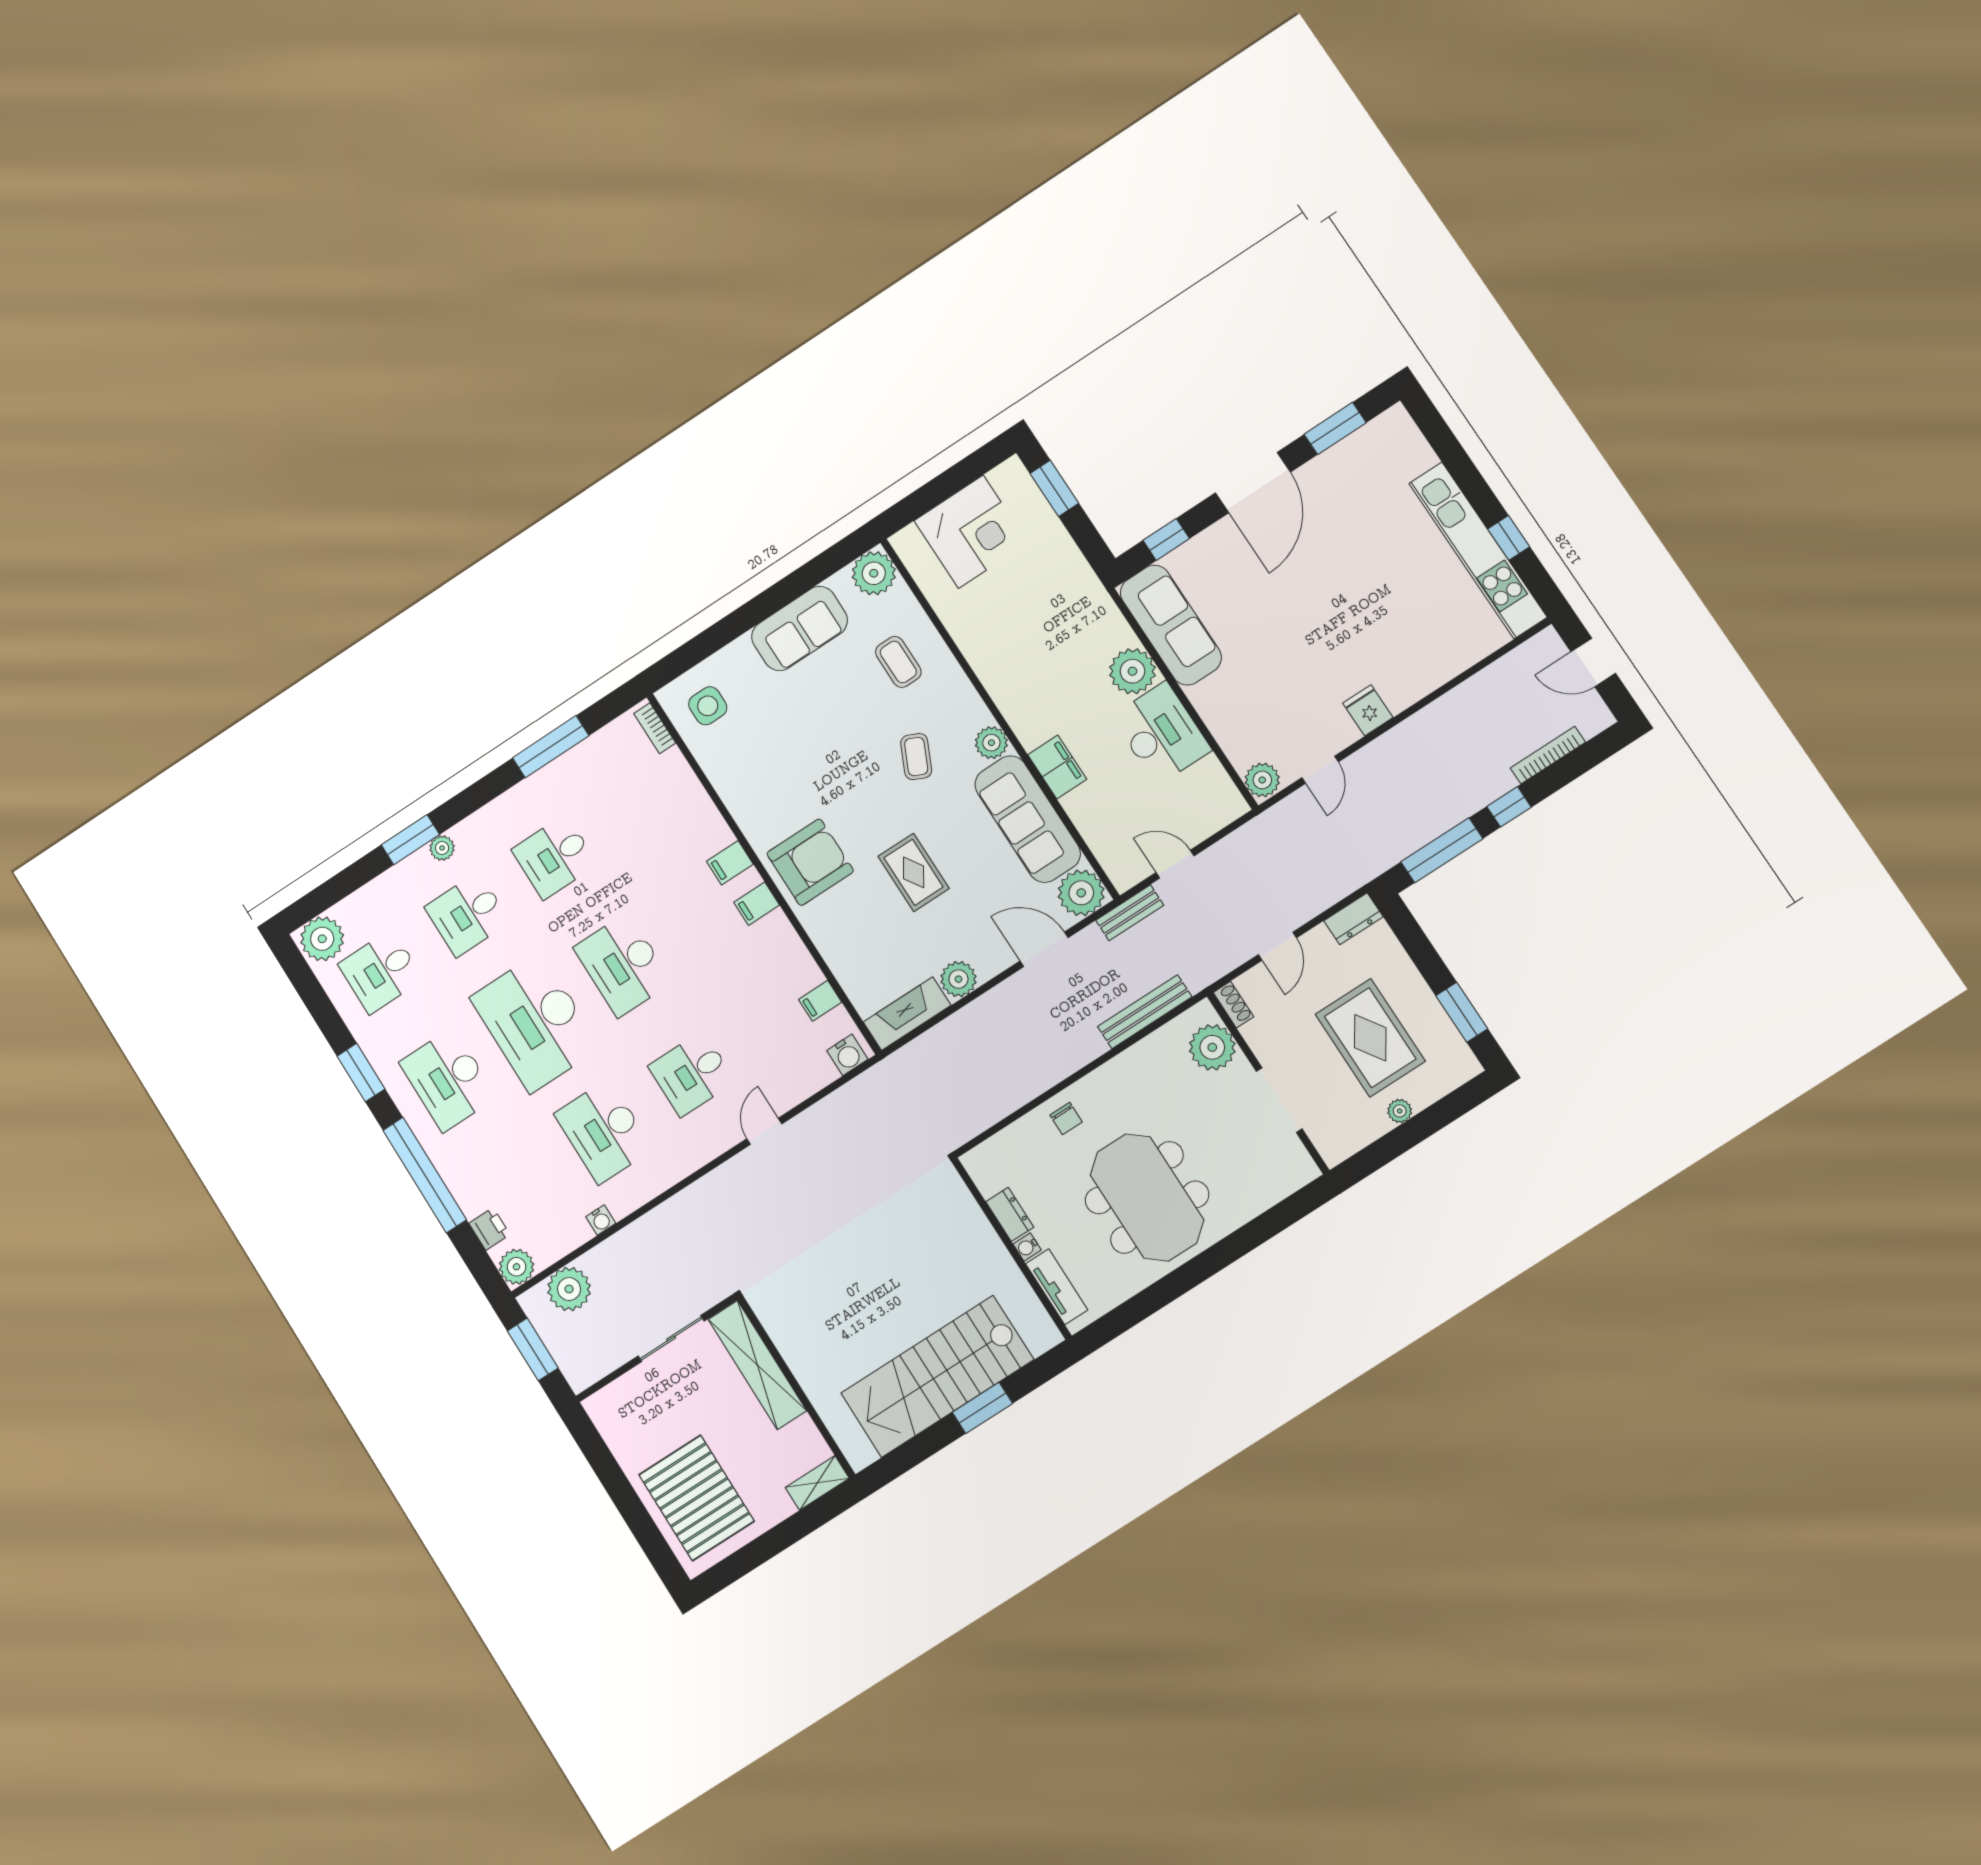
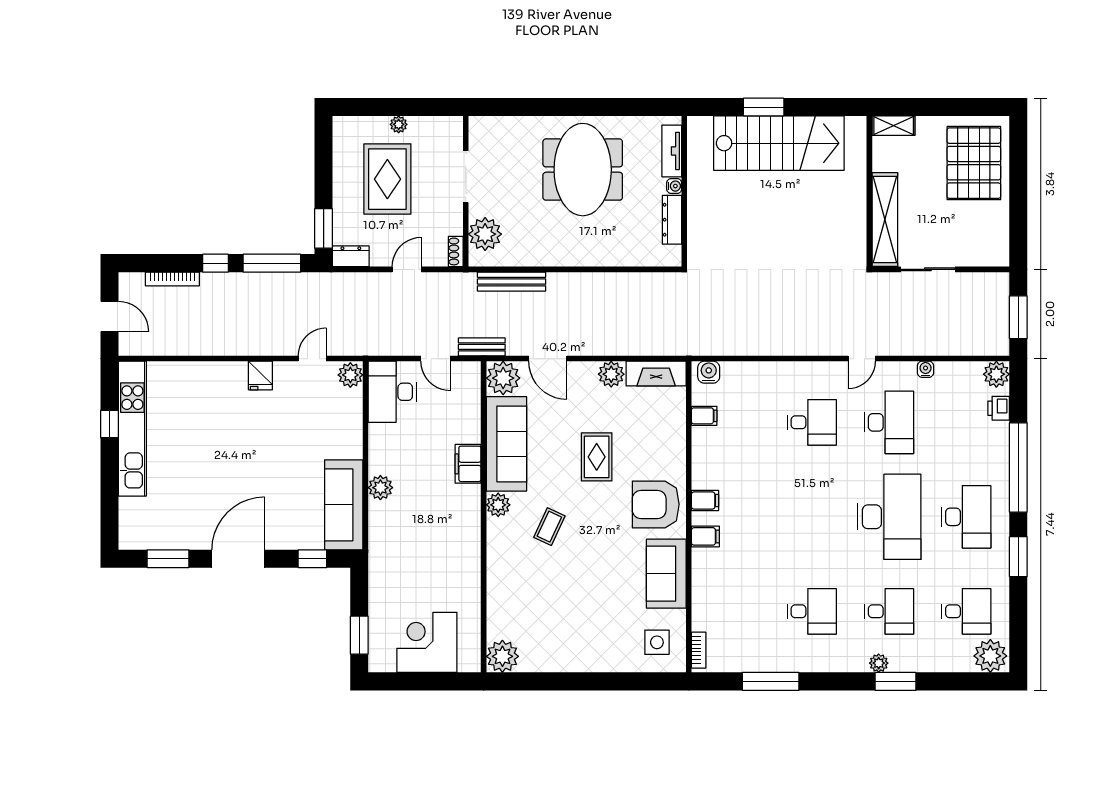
sofa: (800, 629) -> (666, 574), moved, turned -90
coffee table: (898, 662) -> (523, 592), removed
plant: (1132, 671) -> (380, 488), width x0.73, depth x0.73
desk: (1161, 733) -> (392, 392), moved
desk: (623, 965) -> (812, 517), removed
window: (1462, 1012) -> (324, 228), moved
chair: (1066, 1119) -> (601, 248), removed
door: (764, 1131) -> (862, 359), moved
dresser: (1010, 1214) -> (672, 220), width x1.44
plant: (569, 1289) -> (972, 340), removed

